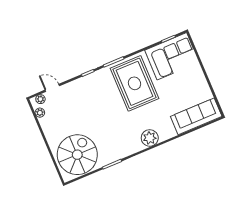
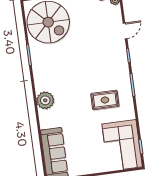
rug: (134, 83) -> (105, 100), width x0.54, depth x0.49
door: (52, 88) -> (125, 31), moved

